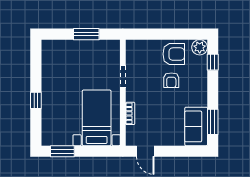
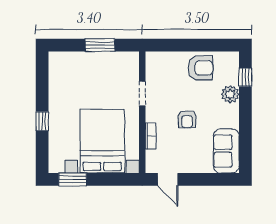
plant: (200, 47) -> (230, 94), moved
armchair: (171, 80) -> (187, 119), moved
bed with nightstands: (97, 118) -> (102, 141), width x1.36
window: (213, 122) -> (245, 146), removed

